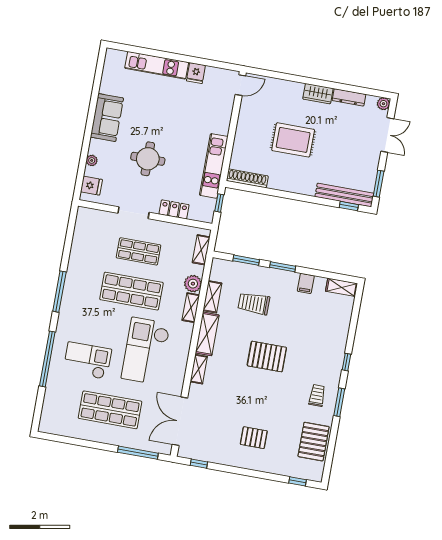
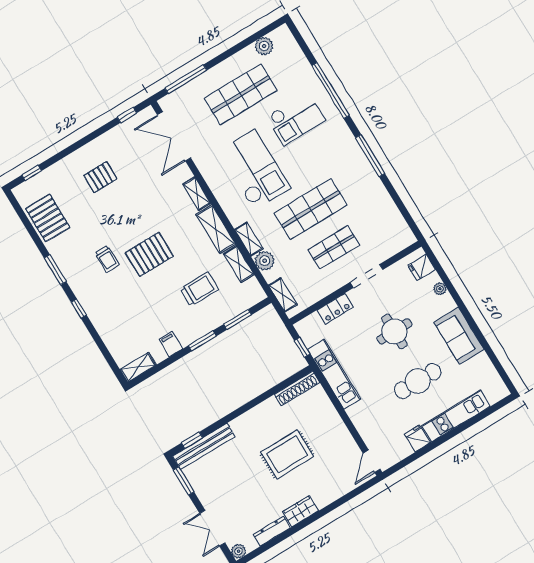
cafe table: (162, 112) -> (418, 381), added
trolley: (317, 395) -> (107, 259), moved
double door: (180, 421) -> (174, 136), swing flipped
plant: (66, 428) -> (264, 46), added

